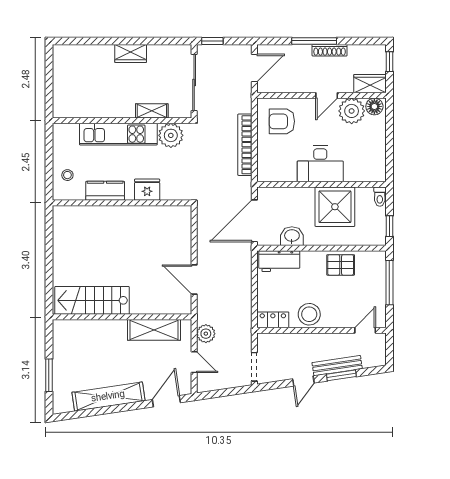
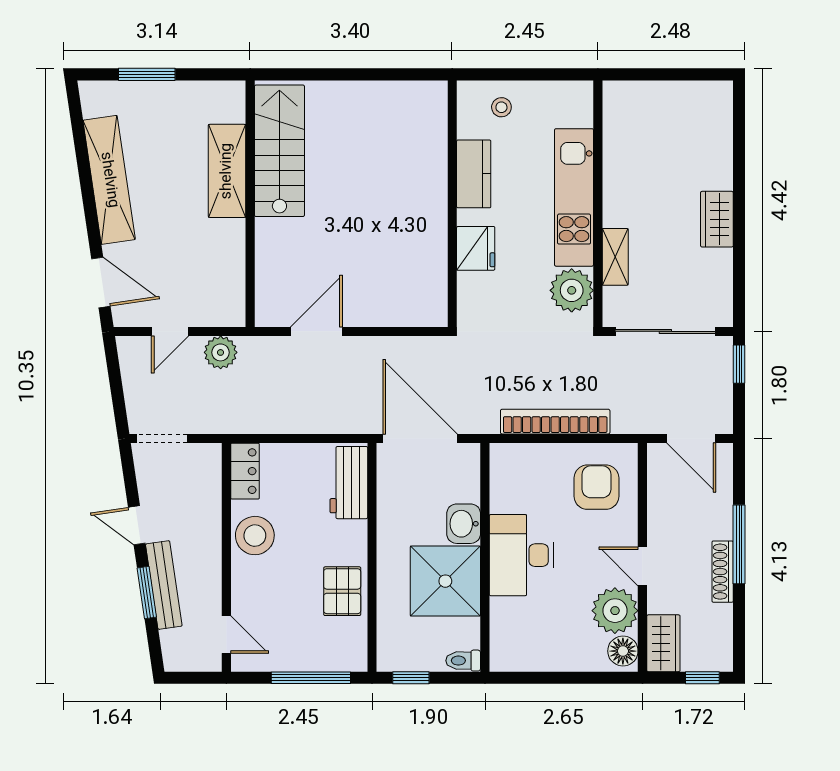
washbasin: (292, 236) -> (464, 524), moved, turned 180
shelving: (154, 330) -> (227, 171), moved

